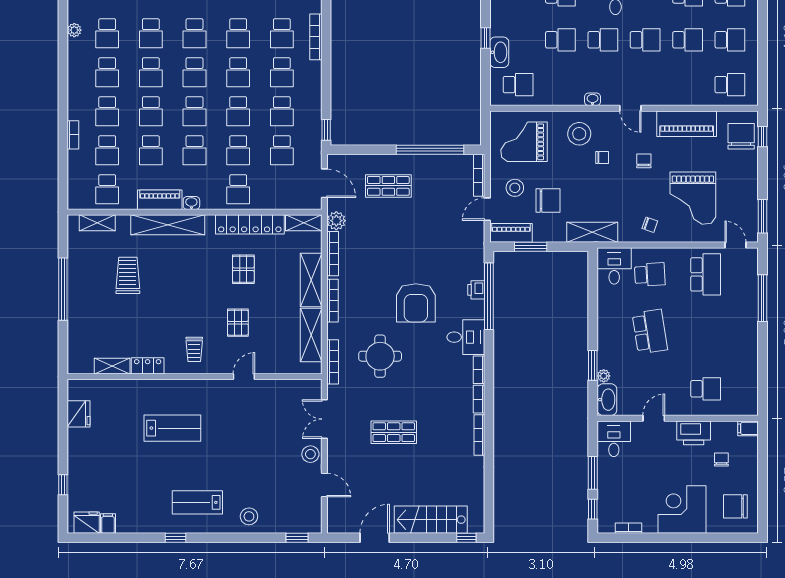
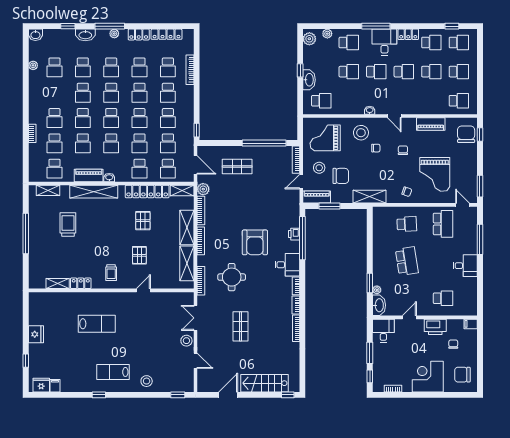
school desk: (107, 72) -> (168, 169), moved
piano: (687, 124) -> (431, 124), width x0.73, depth x0.75
desk: (614, 266) -> (465, 266), moved, turned 90
fridge: (79, 414) -> (36, 334), moved
shop shelf: (394, 432) -> (240, 326), turned 90

